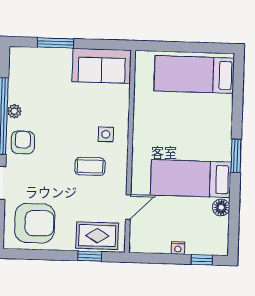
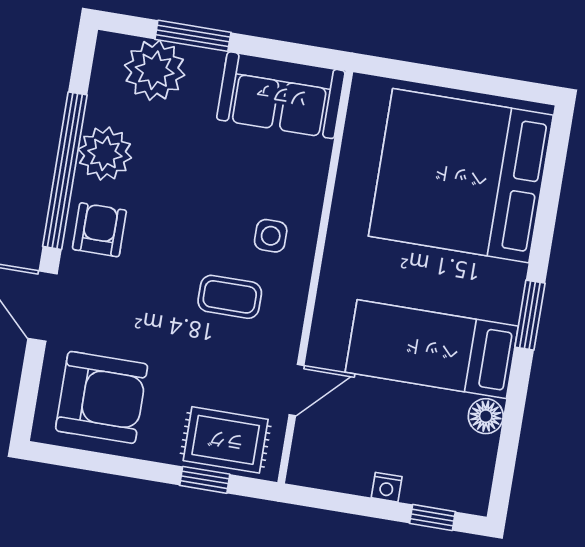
plant: (39, 62) -> (155, 70), added
bed: (194, 74) -> (461, 176), width x2.04
plant: (14, 111) -> (105, 154), width x1.88, depth x1.88

